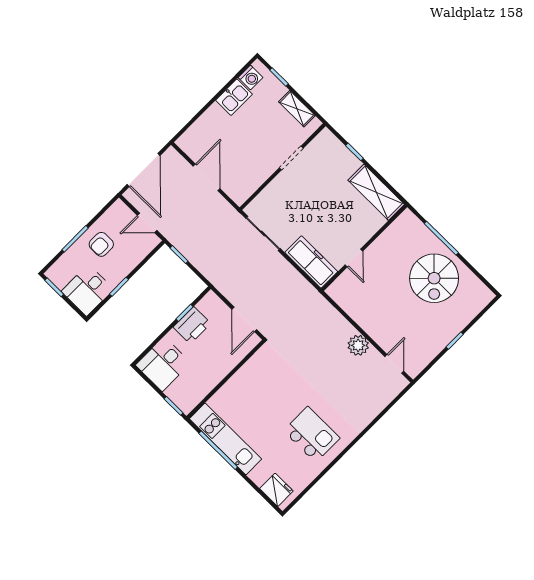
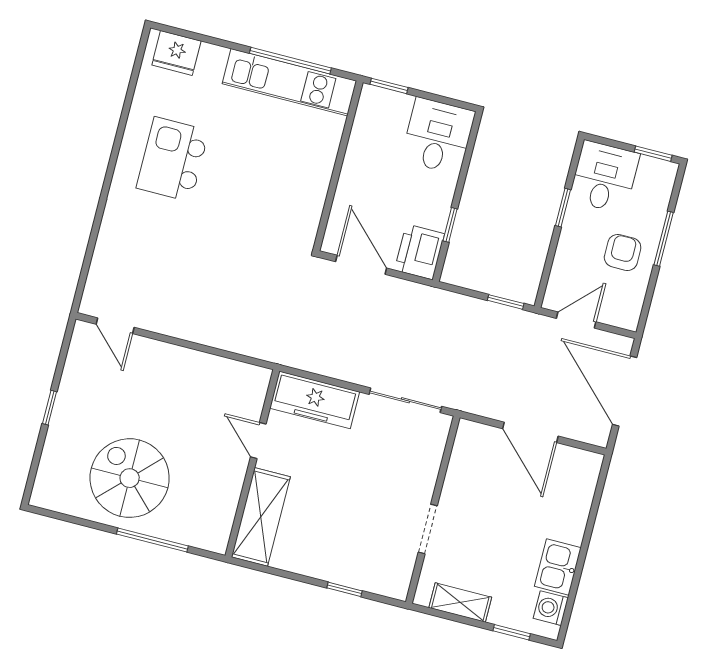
shelving: (376, 192) -> (261, 517), moved, turned 90
printer: (192, 325) -> (420, 252), moved
plant: (358, 345) -> (181, 322), removed
kitchen island: (312, 434) -> (173, 159), turned 90

